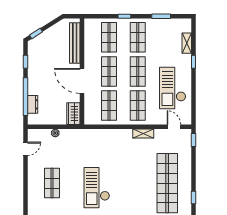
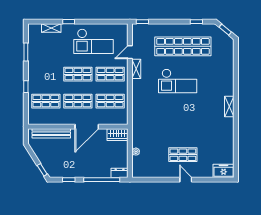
shop shelf: (138, 37) -> (46, 74), removed
dresser: (33, 104) -> (120, 173), moved
door: (174, 127) -> (130, 52), moved
door: (26, 149) -> (186, 180), moved
checkout: (97, 188) -> (178, 81), moved

